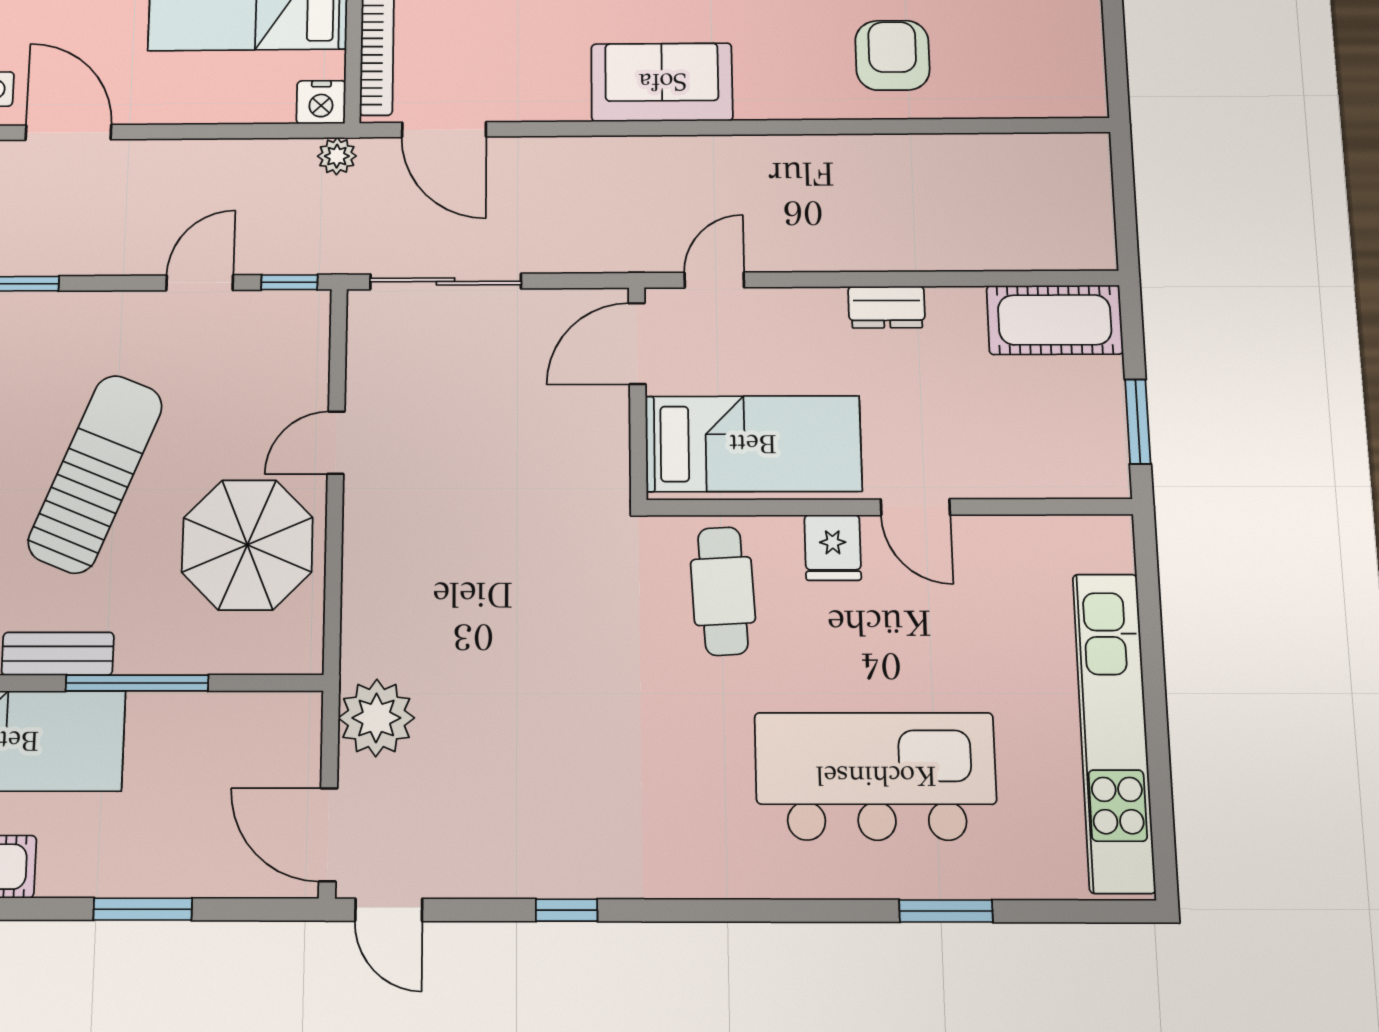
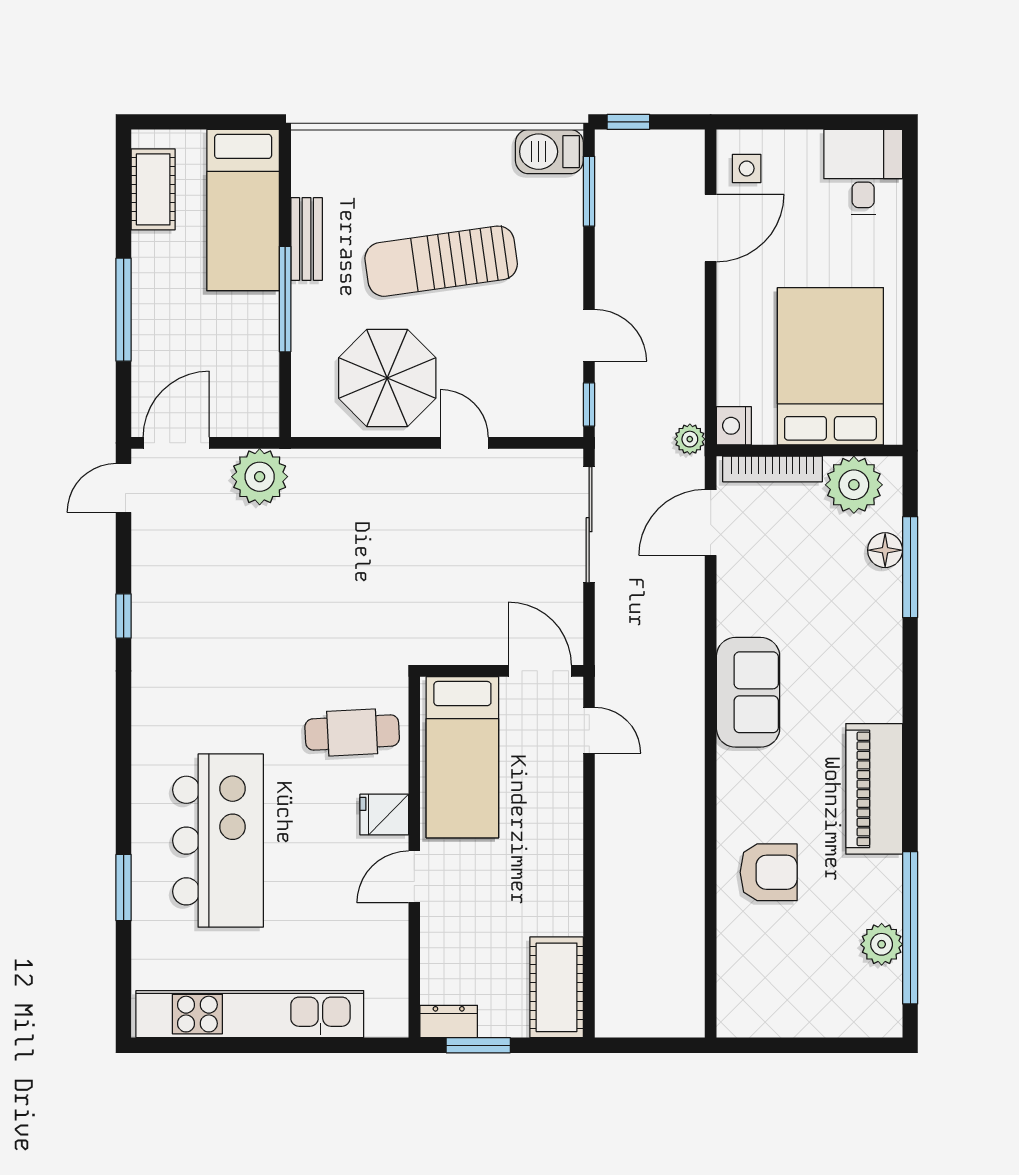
dresser: (887, 307) -> (449, 1021), moved, turned 90
sun lounger: (95, 474) -> (441, 261), turned 150
window: (143, 909) -> (124, 310), width x1.44

